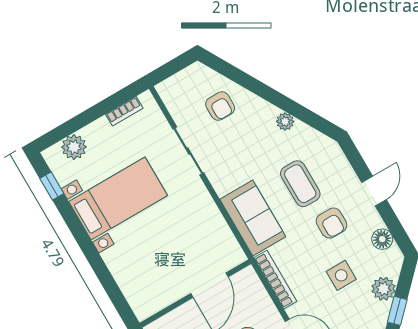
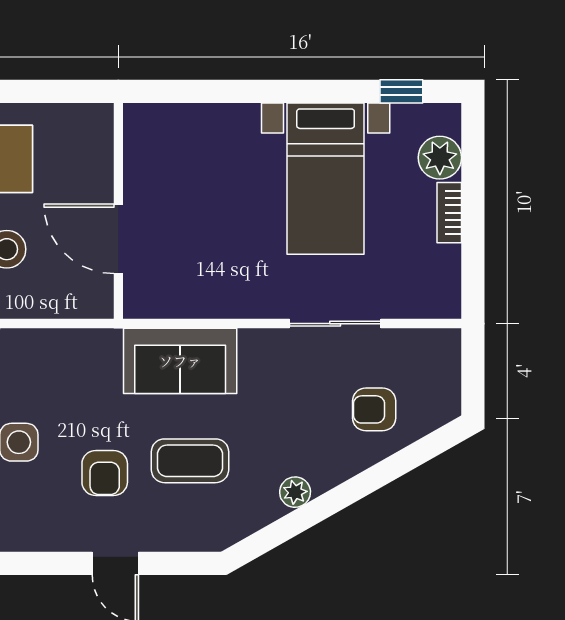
bookcase: (124, 111) -> (449, 213), moved
armchair: (331, 223) -> (105, 473), turned -90
floor lamp: (382, 239) -> (37, 534), removed
bookcase: (275, 280) -> (70, 341), removed

